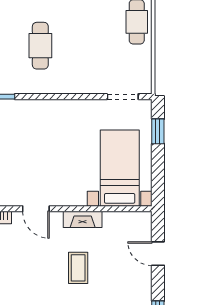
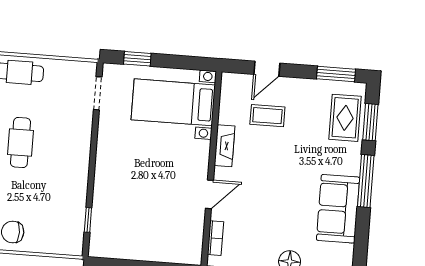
cafe table: (40, 46) -> (20, 142), moved, turned 90
coffee table: (78, 268) -> (267, 116), moved

